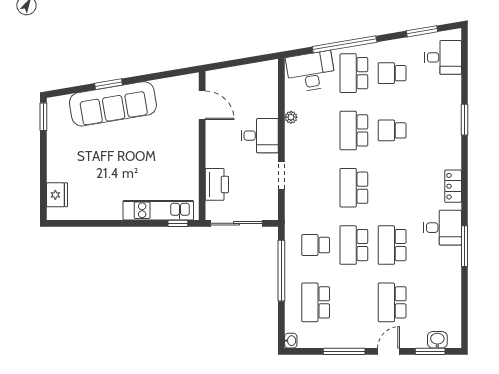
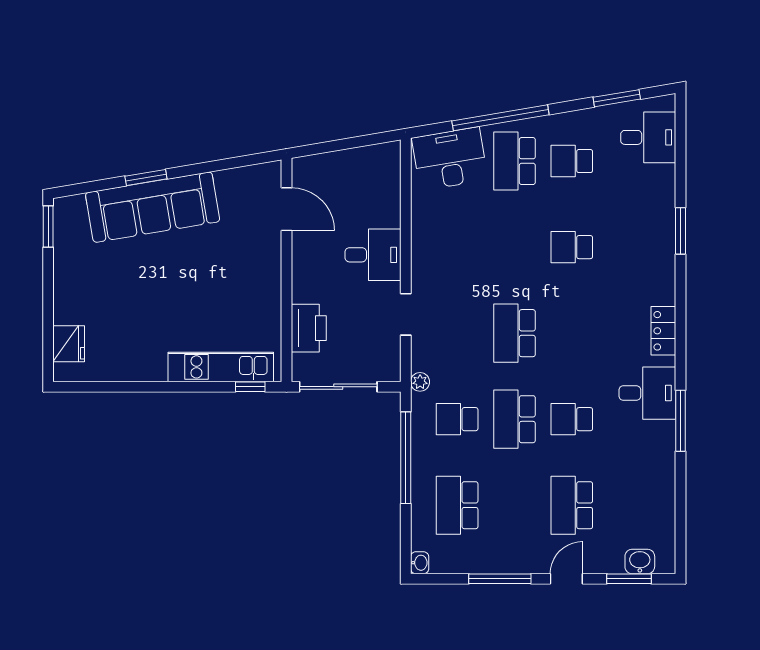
plant: (291, 117) -> (420, 382), moved
school desk: (354, 130) -> (514, 247), removed
school desk: (392, 245) -> (572, 419), width x0.54

